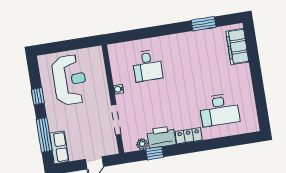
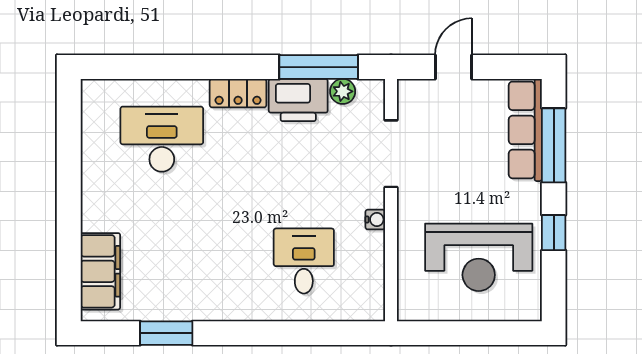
reception desk: (70, 80) -> (479, 257), turned -90
row of seats: (59, 147) -> (525, 130), width x1.48
window: (155, 153) -> (319, 67), width x2.17

